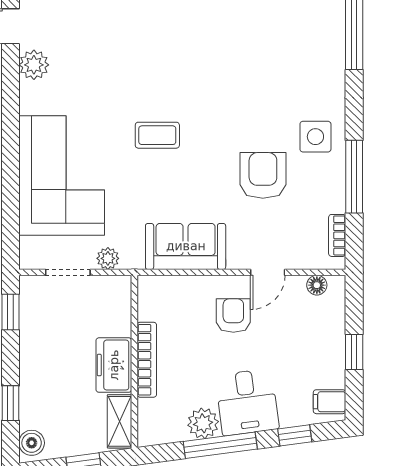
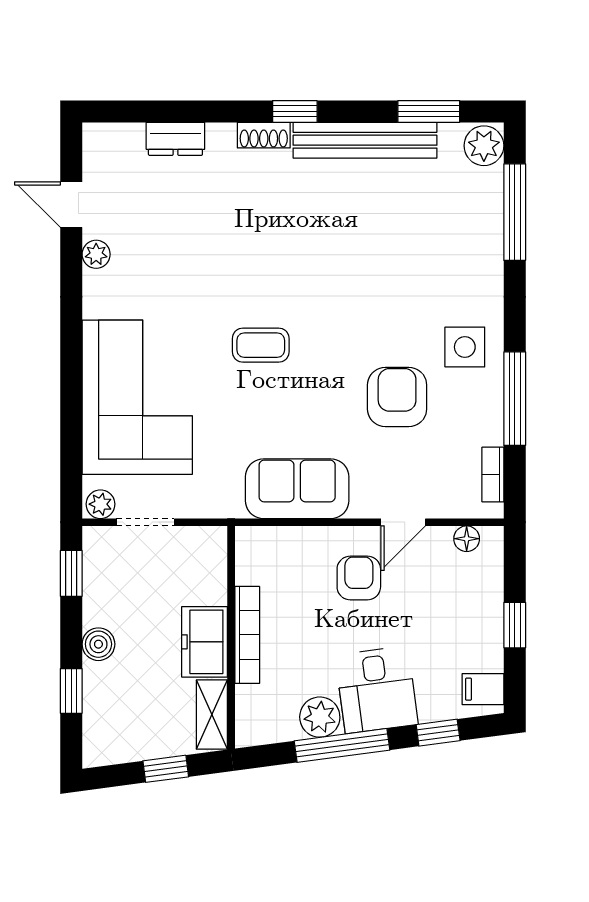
plant: (34, 65) -> (96, 254), width x0.73, depth x0.73
plant: (108, 258) -> (100, 504), moved
boiler: (32, 443) -> (98, 644), moved

